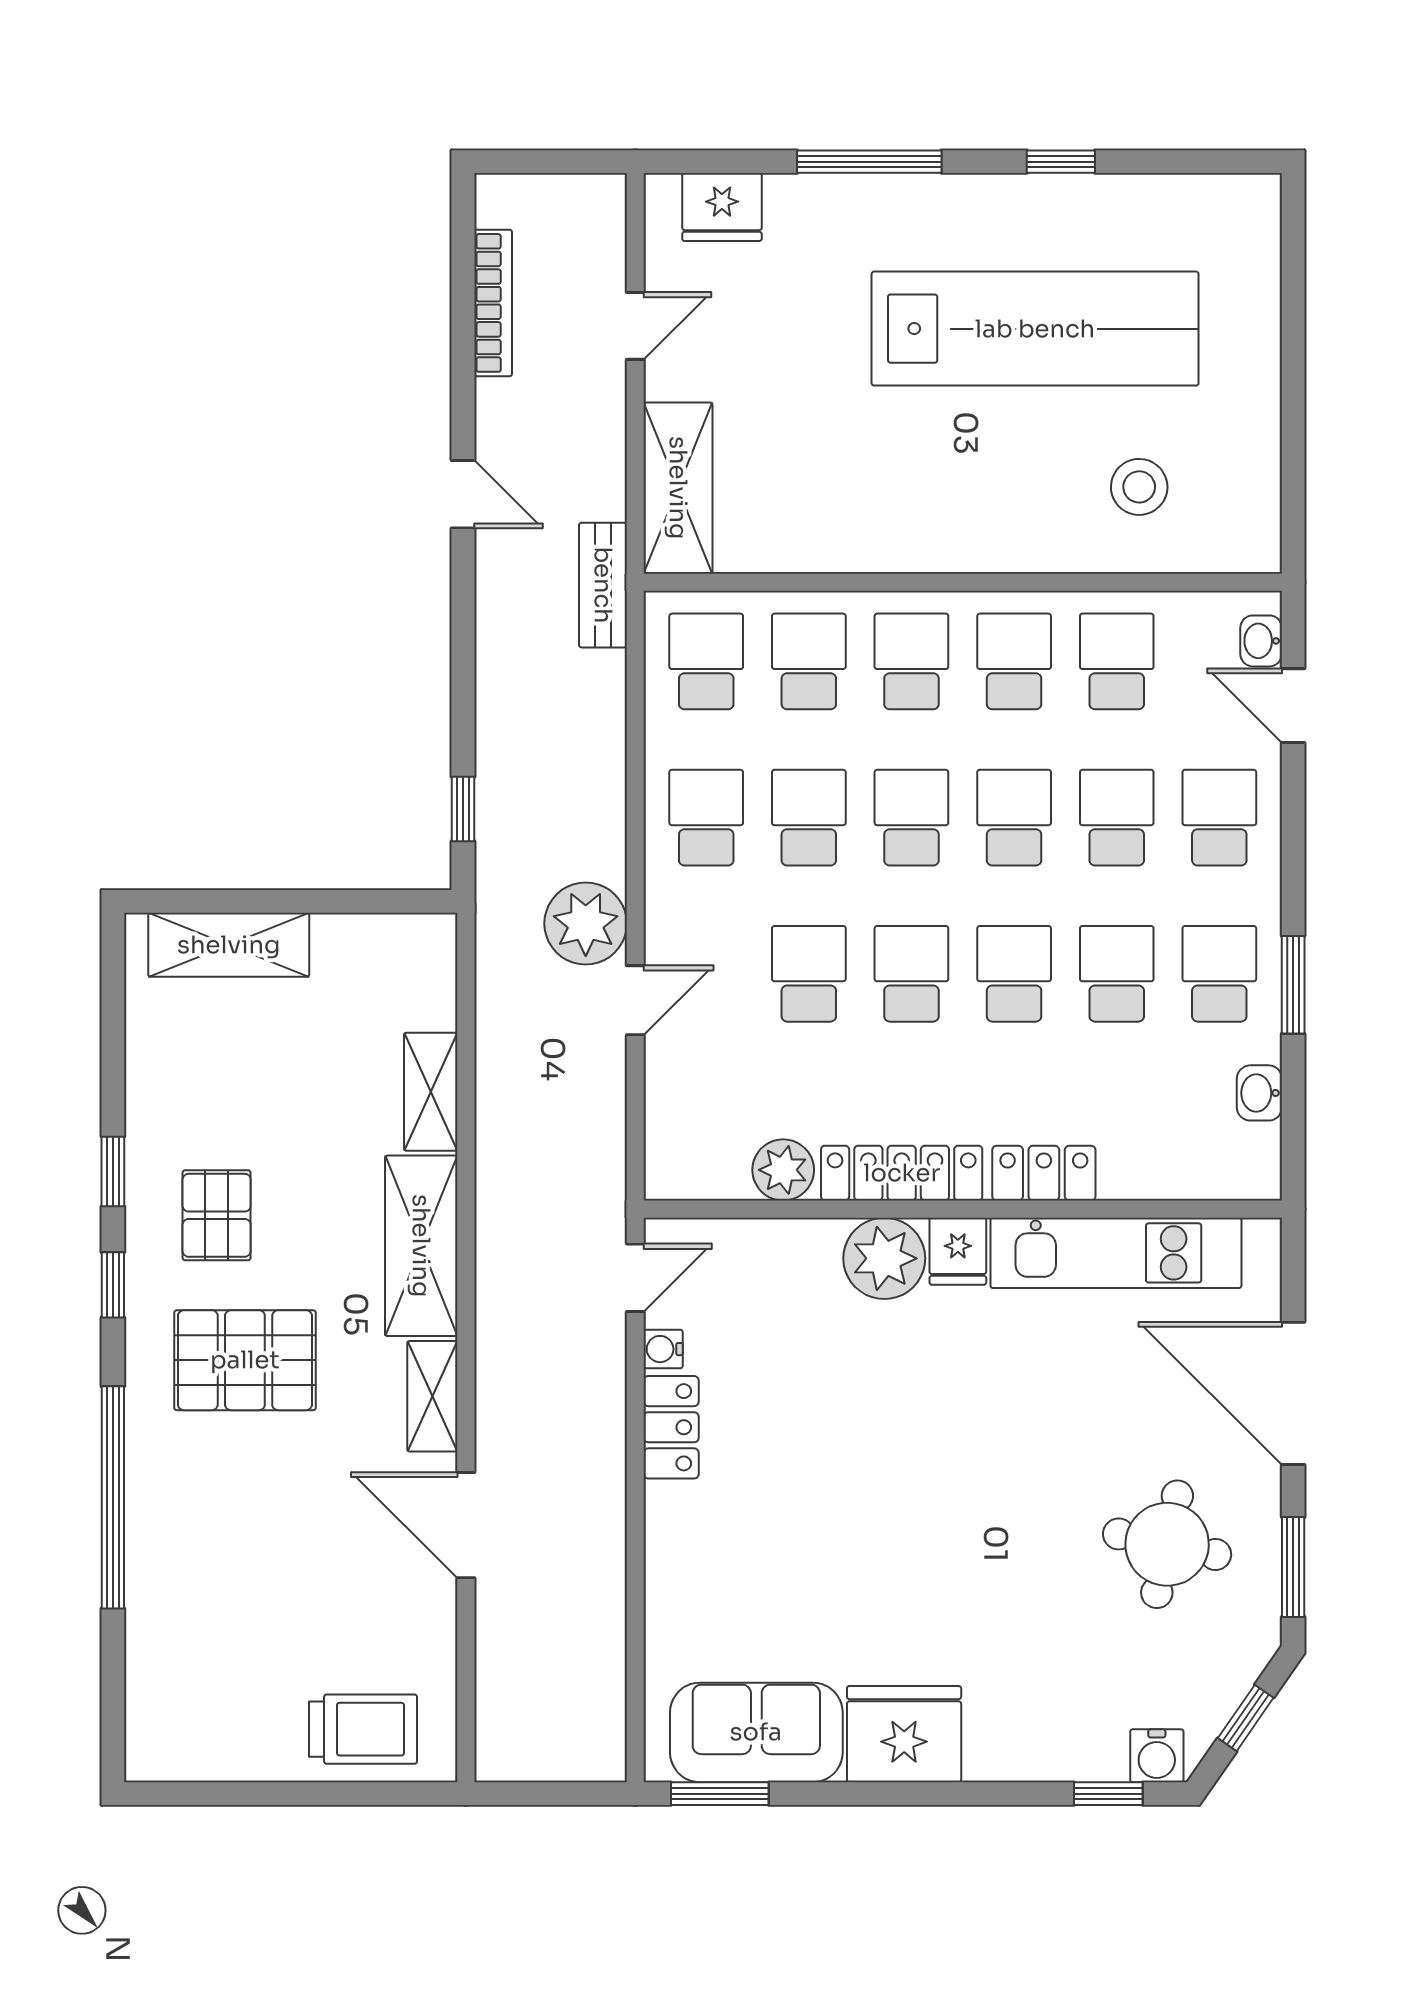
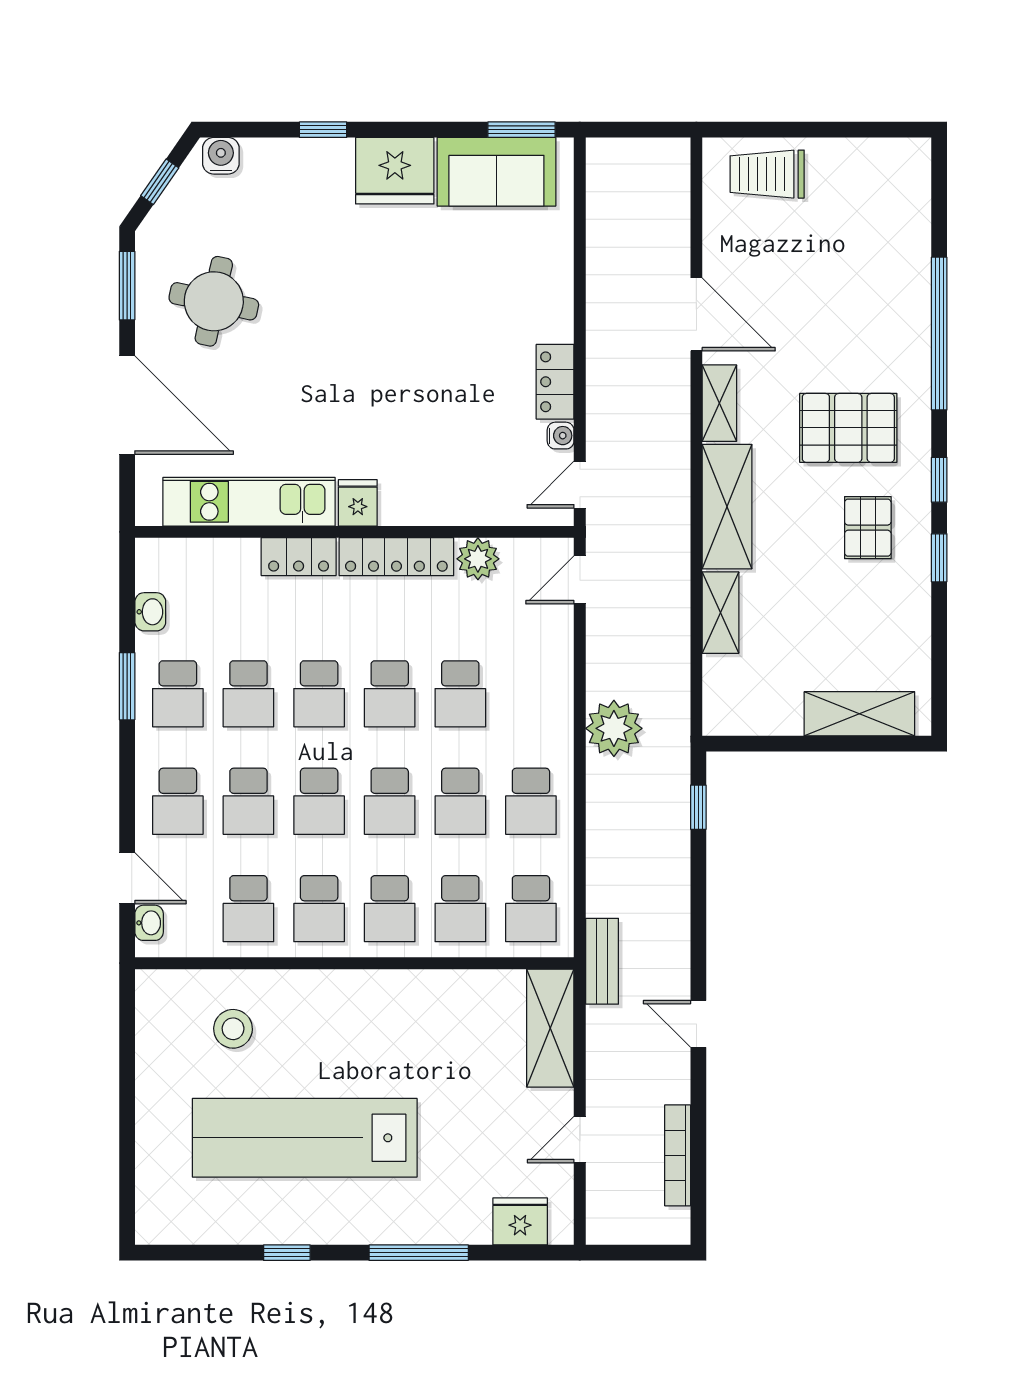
door: (635, 1000) -> (580, 580), moved
plant: (884, 1258) -> (408, 498), removed
window: (1108, 1794) -> (323, 130), moved

